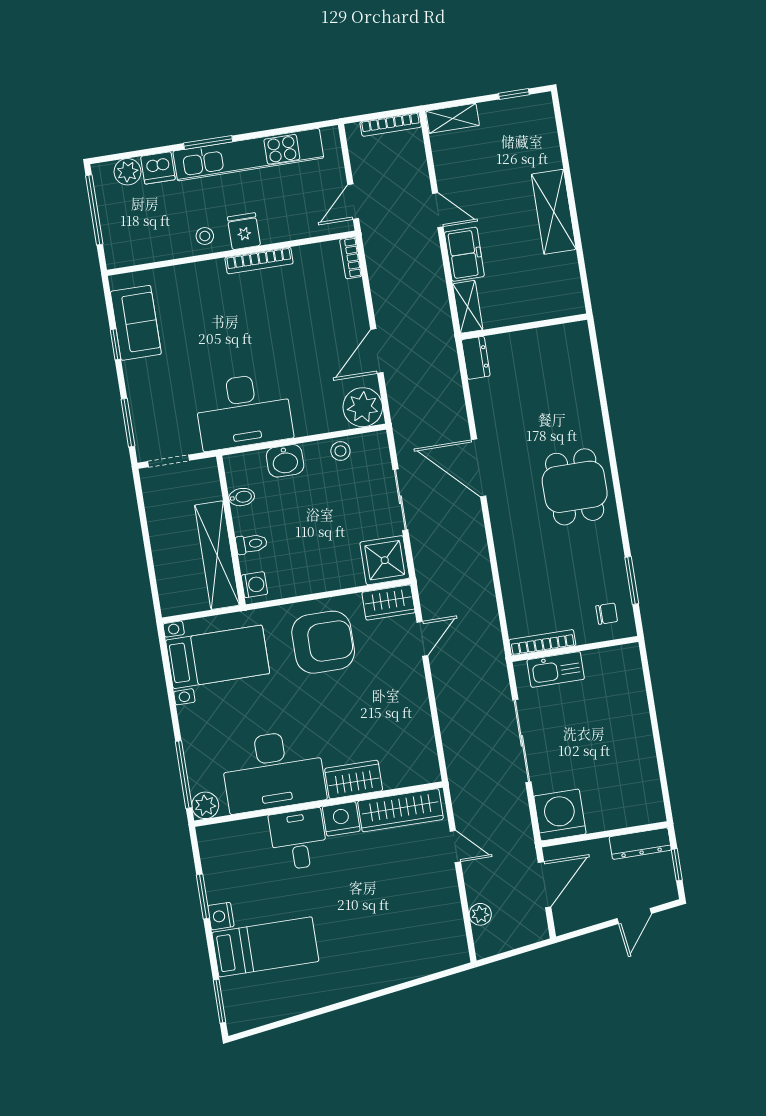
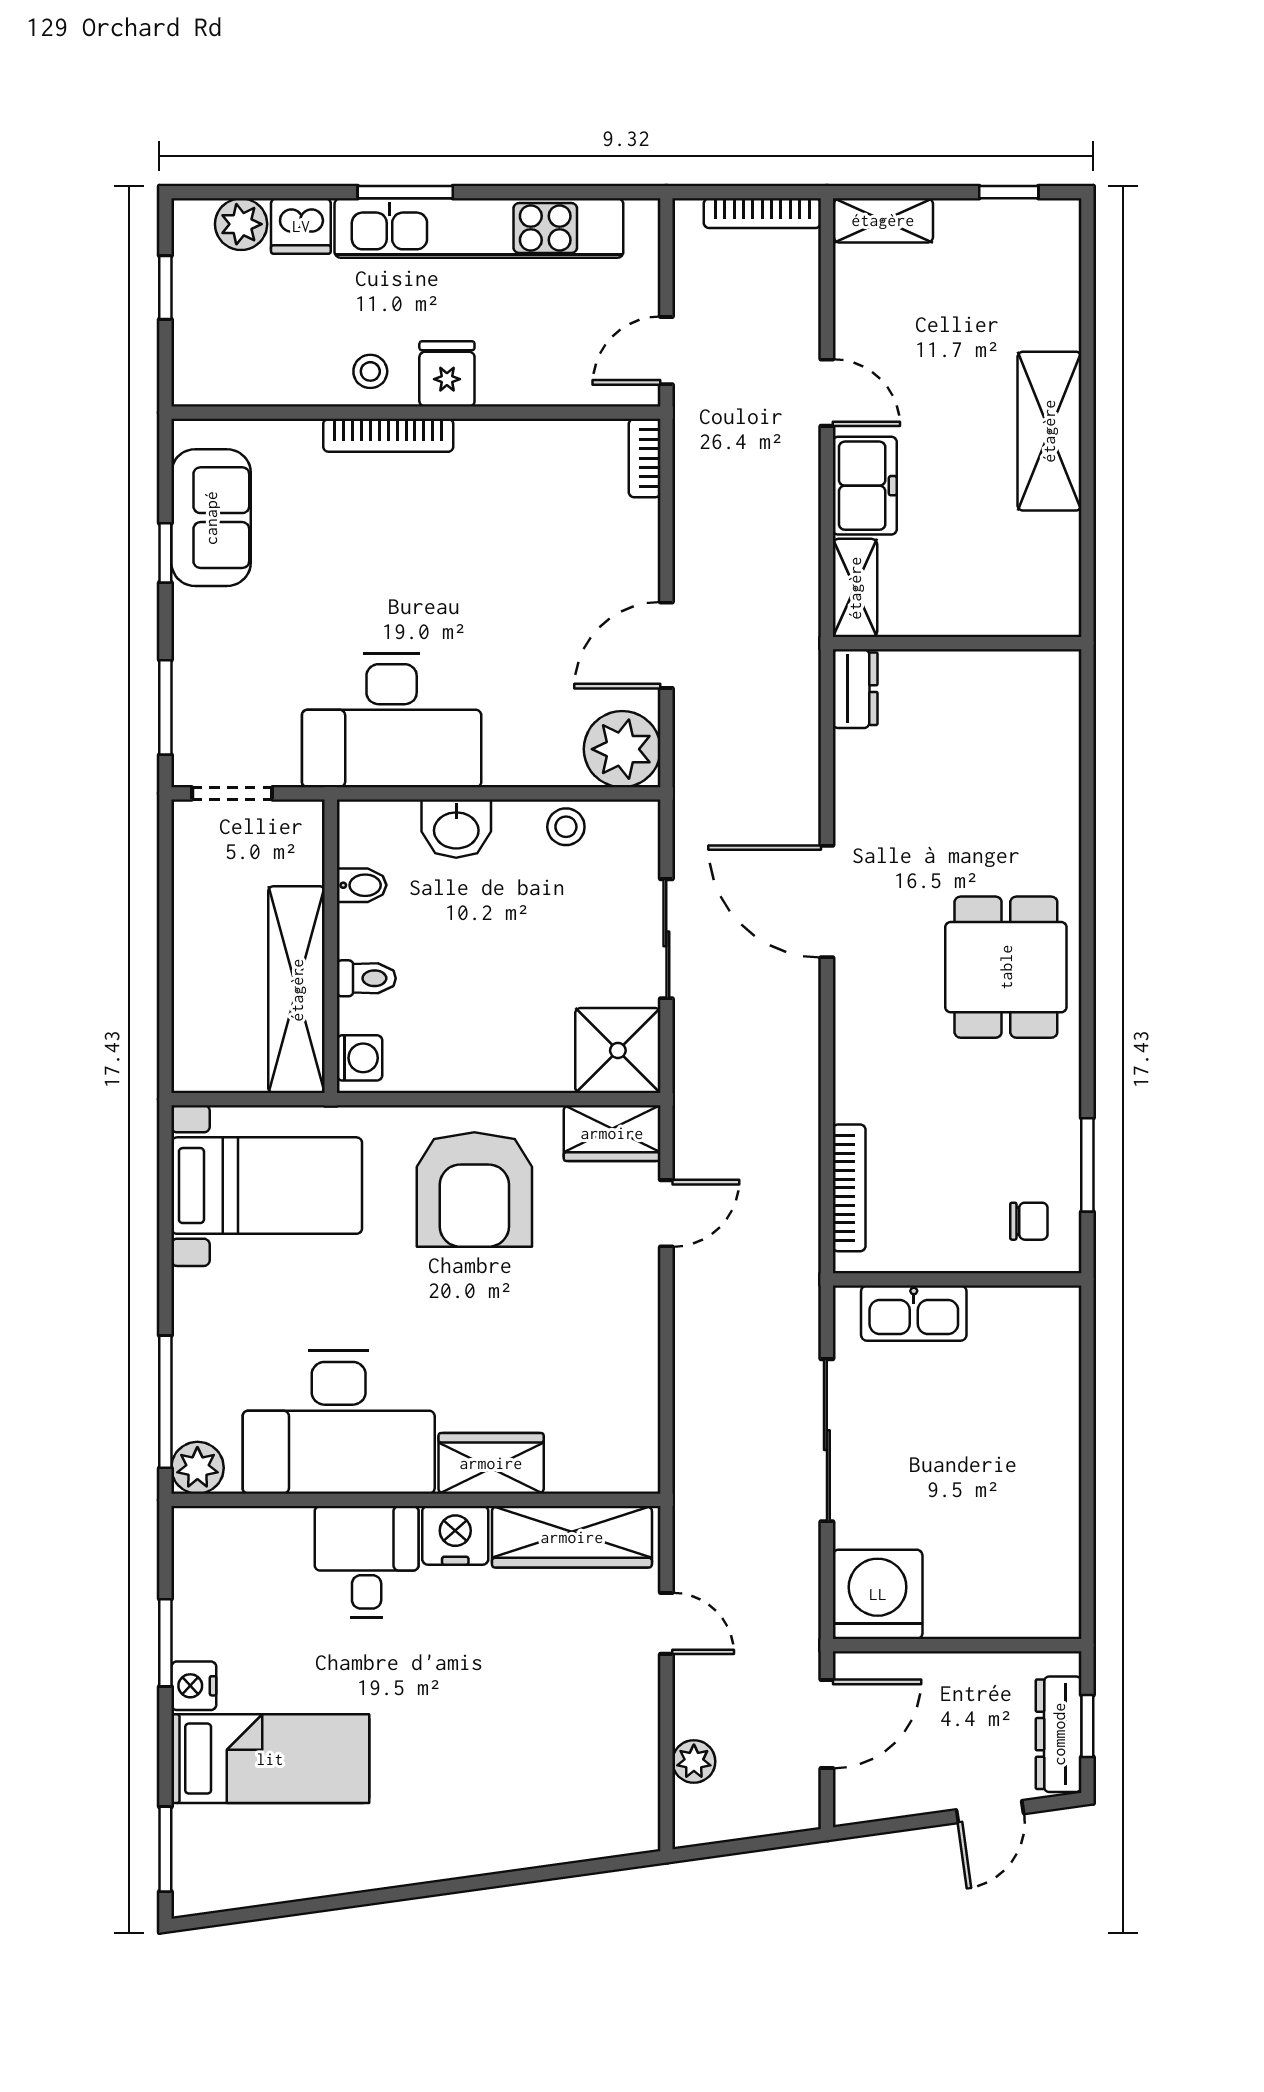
window: (94, 210) -> (165, 288), width x0.46
bookcase: (259, 261) -> (388, 435), moved
armchair: (323, 642) -> (474, 1190), turned 90
bookcase: (542, 643) -> (849, 1188), moved, turned 90
dresser: (640, 843) -> (1059, 1734), moved, turned 90

